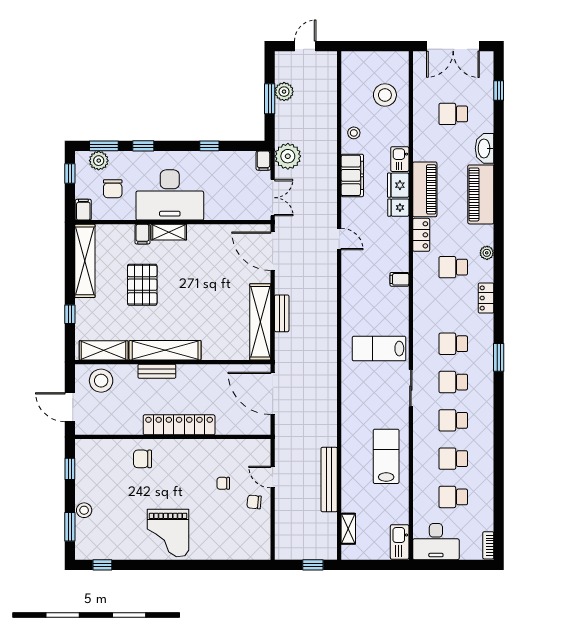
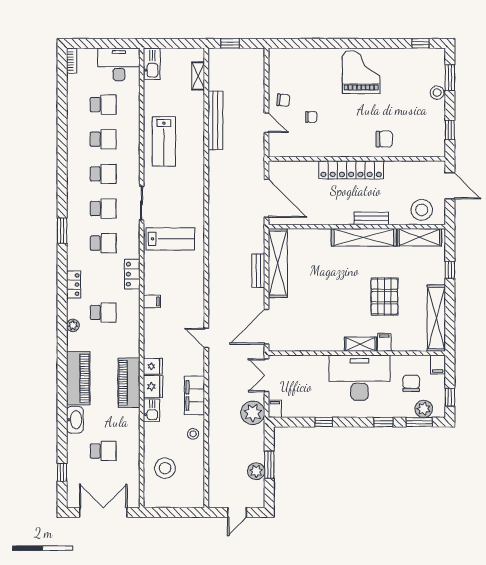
locker: (421, 235) -> (132, 274), moved
door: (273, 251) -> (266, 327), swing flipped

